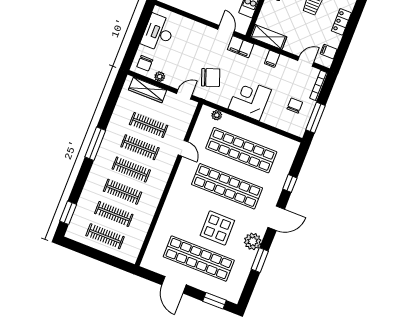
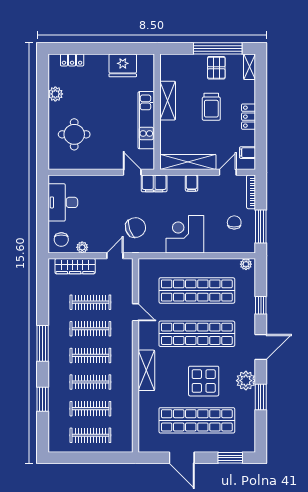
shelving: (268, 37) -> (188, 162), width x1.47
plant: (217, 115) -> (246, 264), moved
shelving: (173, 200) -> (146, 370), added
window: (68, 213) -> (43, 399), moved

